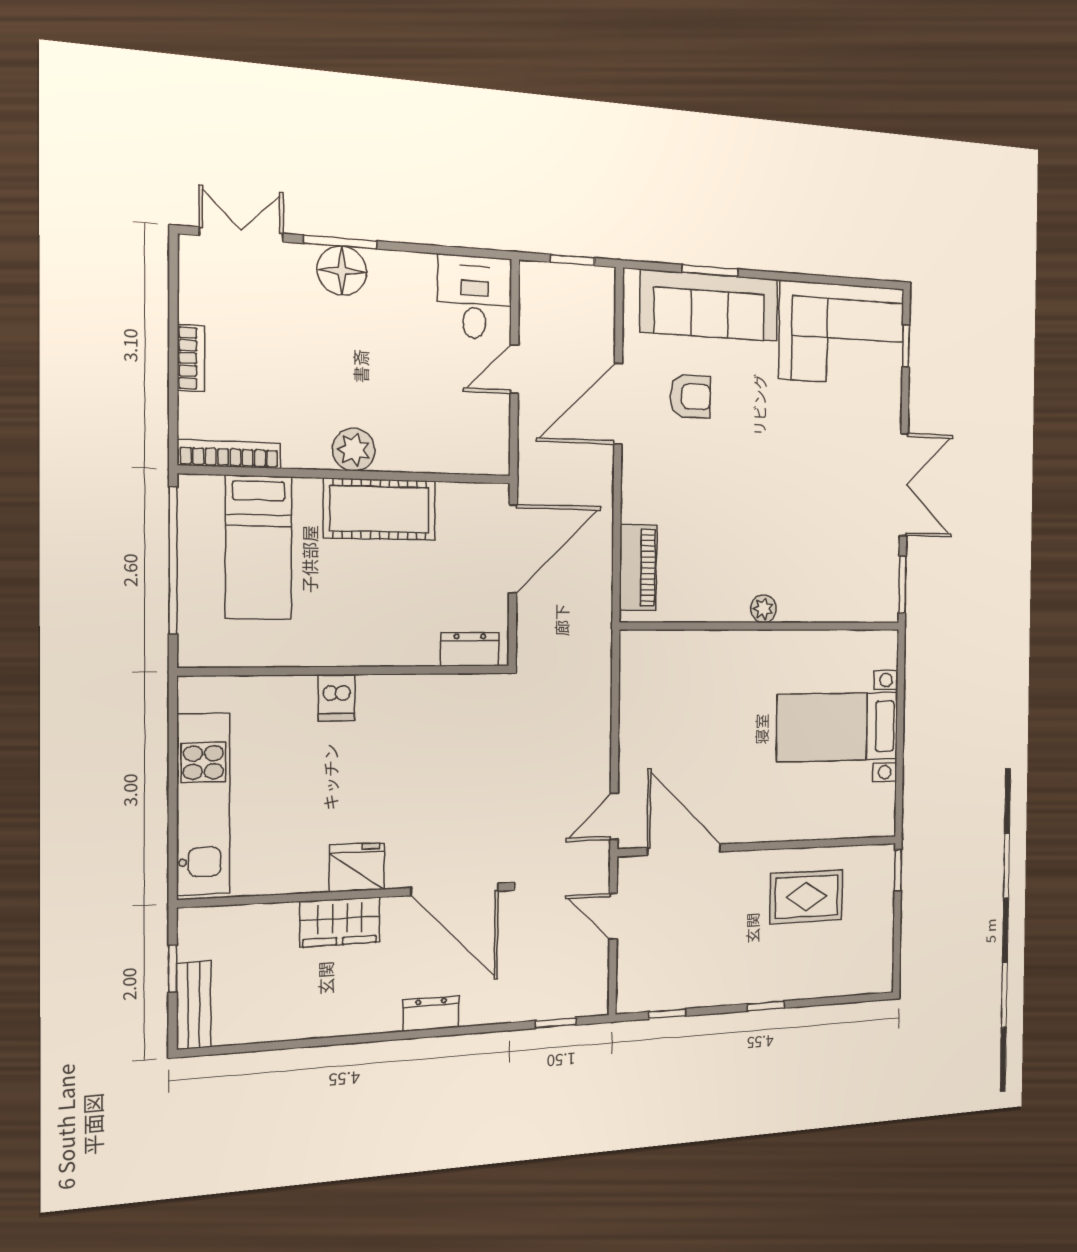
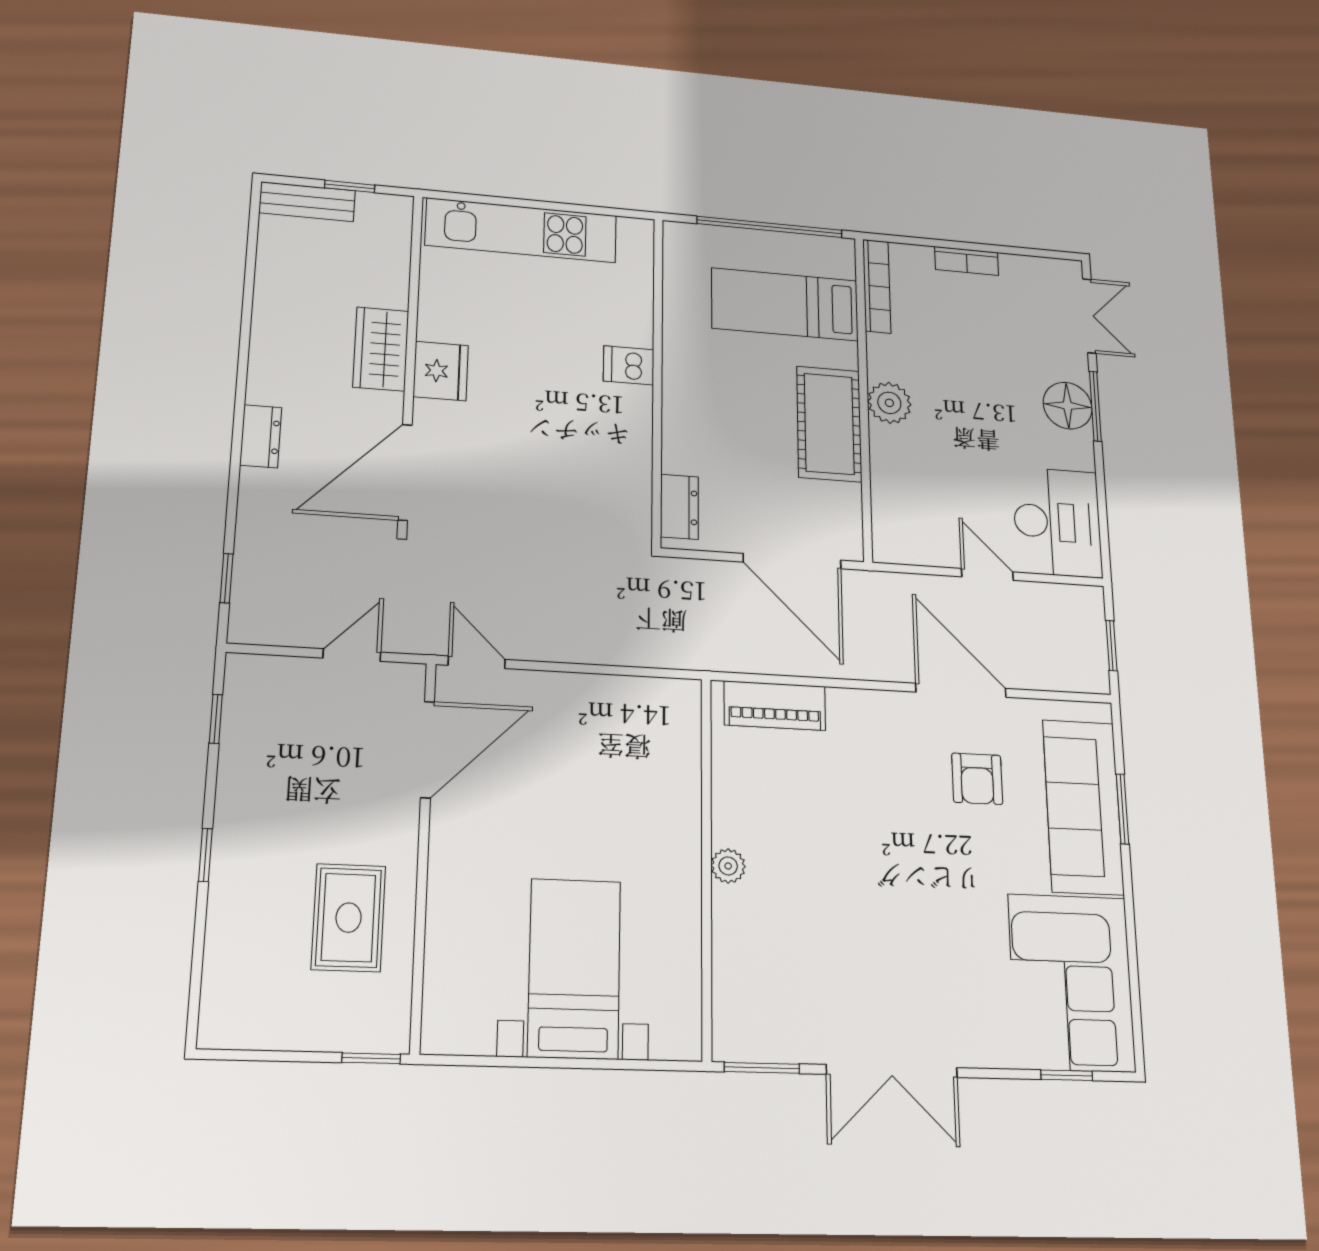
desk: (475, 297) -> (1057, 522), width x1.37

